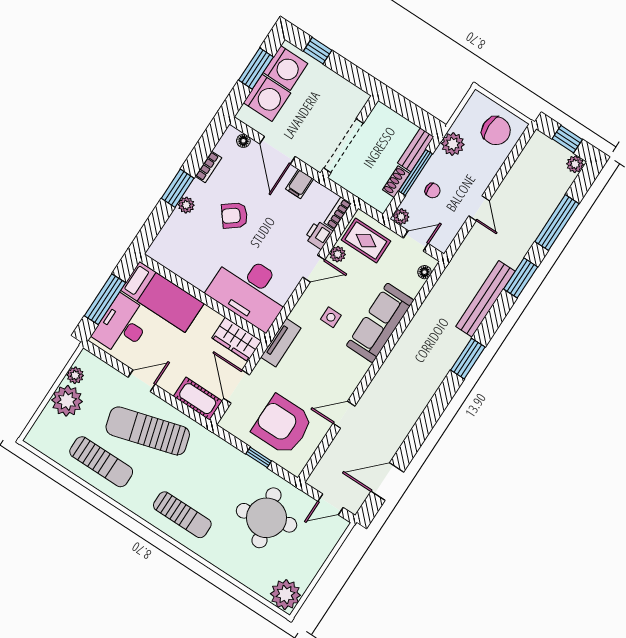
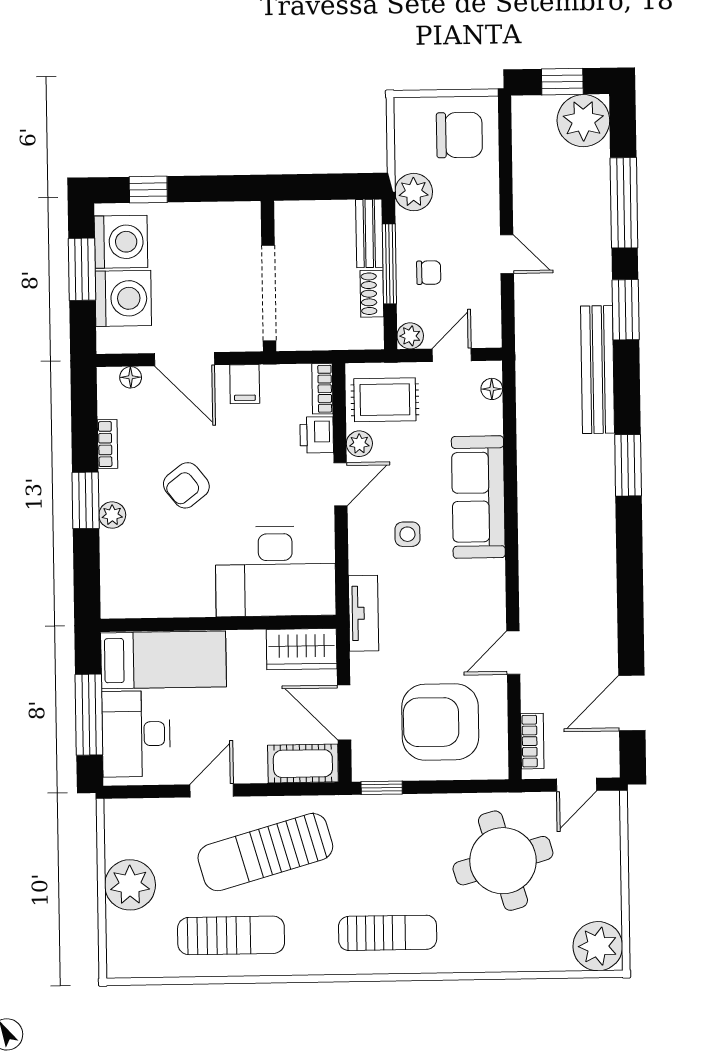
plant: (575, 164) -> (583, 121), width x1.87, depth x1.87
plant: (75, 375) -> (118, 843), removed
window: (259, 457) -> (382, 788), moved
bookcase: (323, 467) -> (532, 741), added

